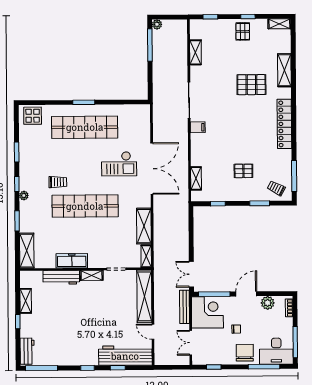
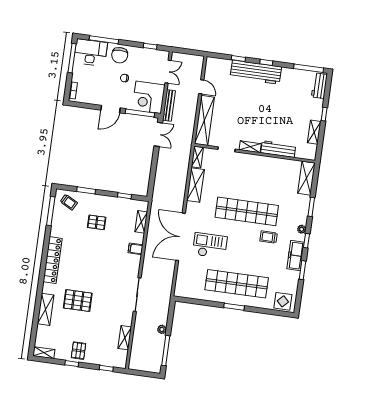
plant: (157, 24) -> (162, 329), moved
filing cabinet: (198, 127) -> (135, 249), moved
freezer: (72, 261) -> (295, 256), moved, turned 90
plant: (268, 303) -> (92, 98), removed
workbench: (125, 356) -> (256, 72), moved

